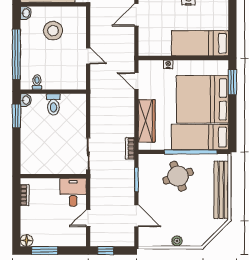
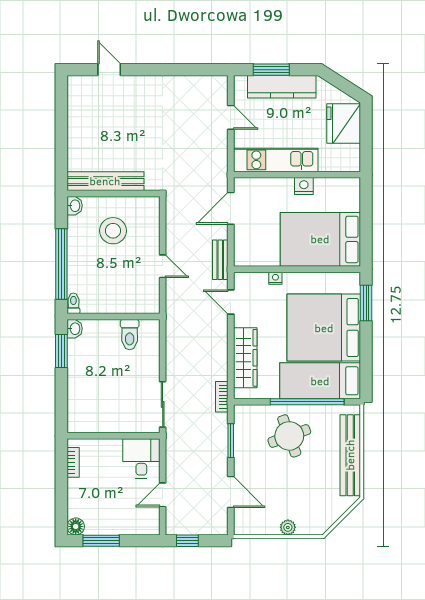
bed: (200, 43) -> (320, 239), width x1.50
bench: (129, 51) -> (220, 260), added
toilet: (37, 82) -> (73, 303), moved
toilet: (53, 104) -> (130, 335), moved

